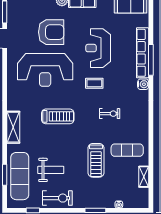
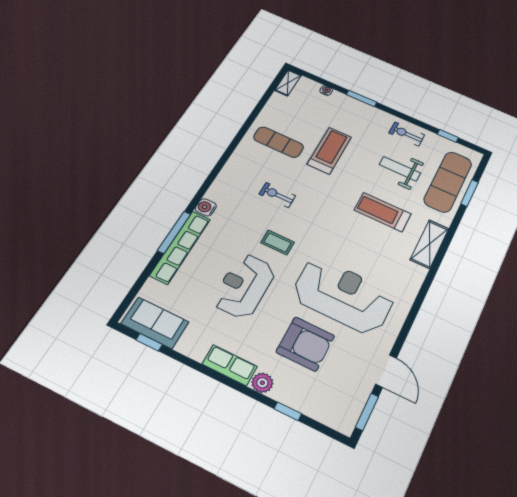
armchair: (51, 32) -> (305, 344), turned 180
reception desk: (98, 48) -> (244, 286), turned 180
treadmill: (58, 116) -> (383, 212), moved
shelving: (144, 177) -> (288, 83), moved
exercise bike: (57, 198) -> (407, 134), width x0.73, depth x0.72

